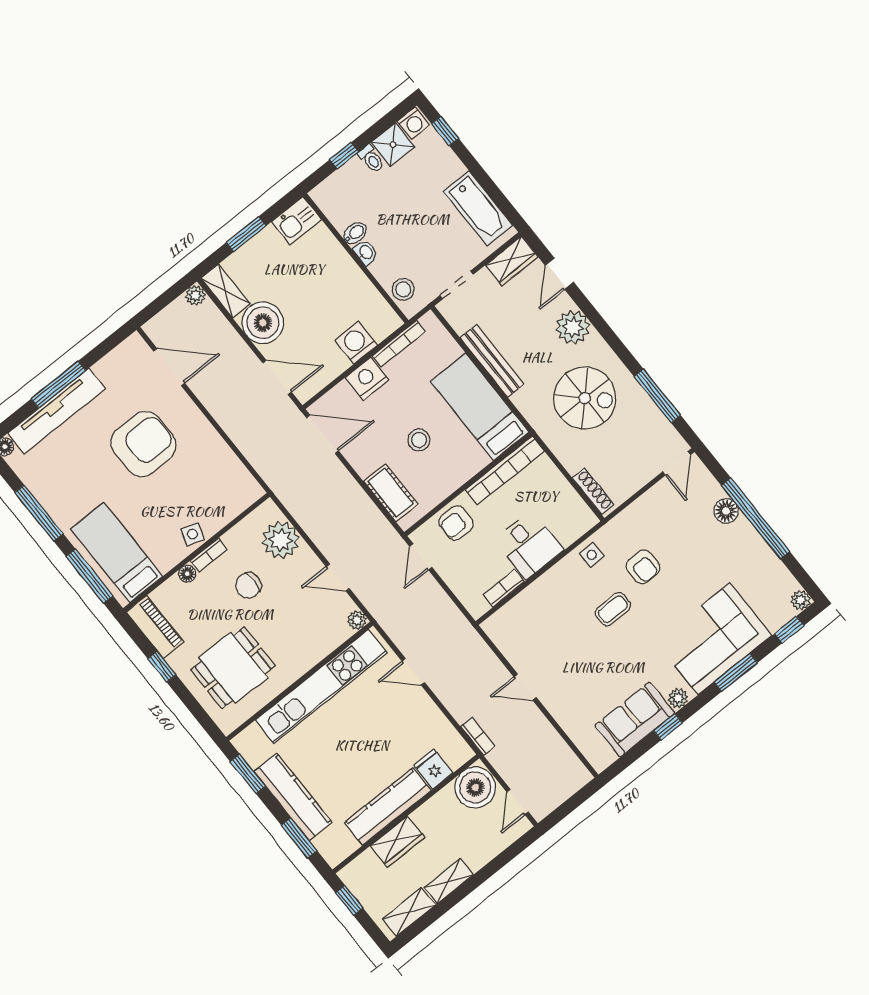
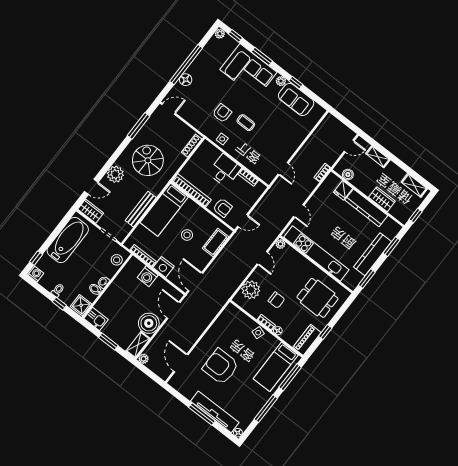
shower: (393, 145) -> (81, 305), moved
bathtub: (478, 208) -> (68, 240), width x1.36, depth x1.36
door: (525, 687) -> (283, 169), moved
boiler: (475, 787) -> (348, 175), width x0.54, depth x0.54
shelving: (449, 881) -> (378, 157), moved

